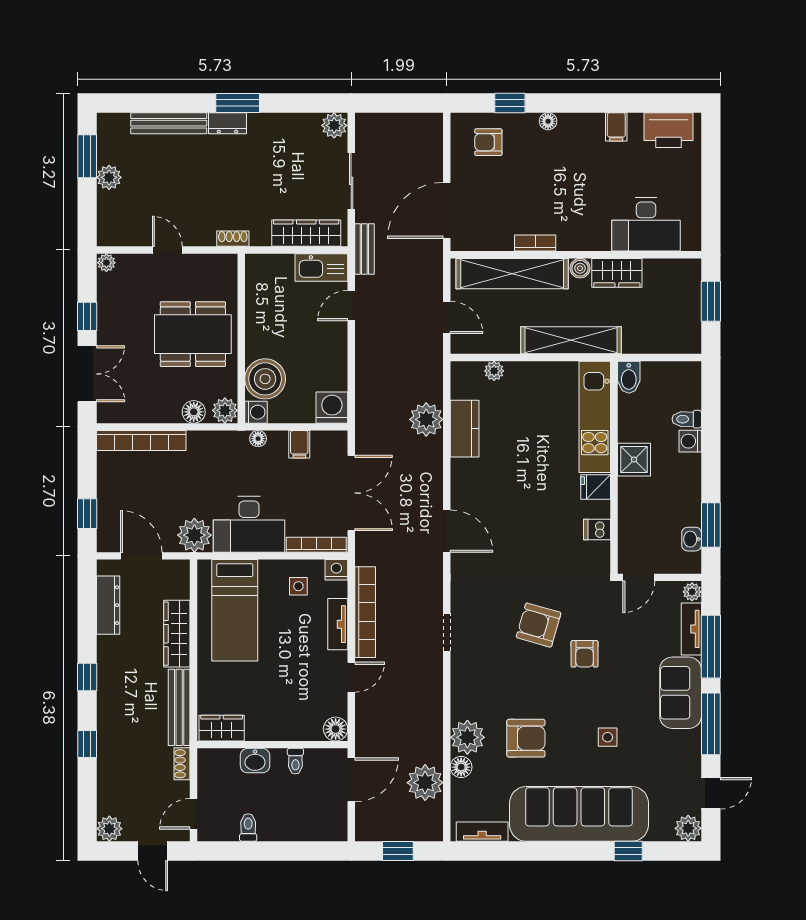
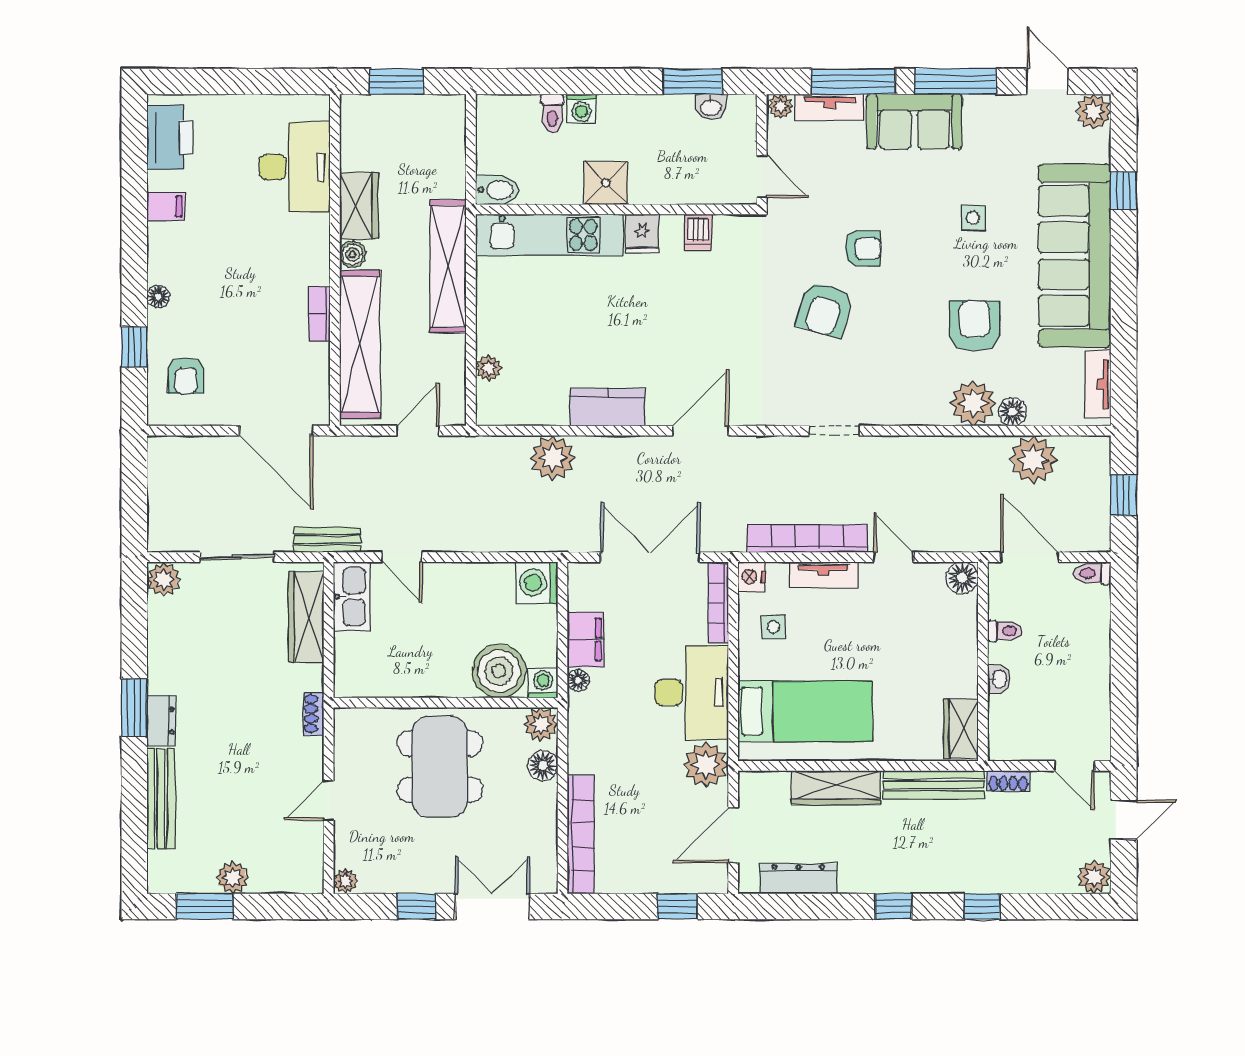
kitchen counter: (465, 429) -> (607, 407), moved
filing cabinet: (299, 444) -> (586, 640), width x2.00
washbasin: (255, 761) -> (999, 679), width x0.72, depth x0.69
toilet: (248, 827) -> (1093, 573), moved

